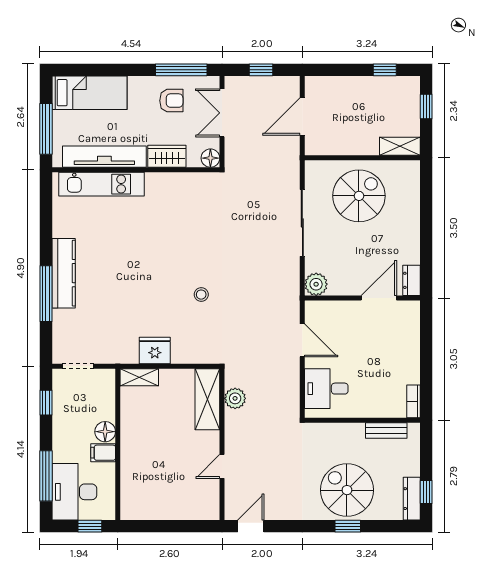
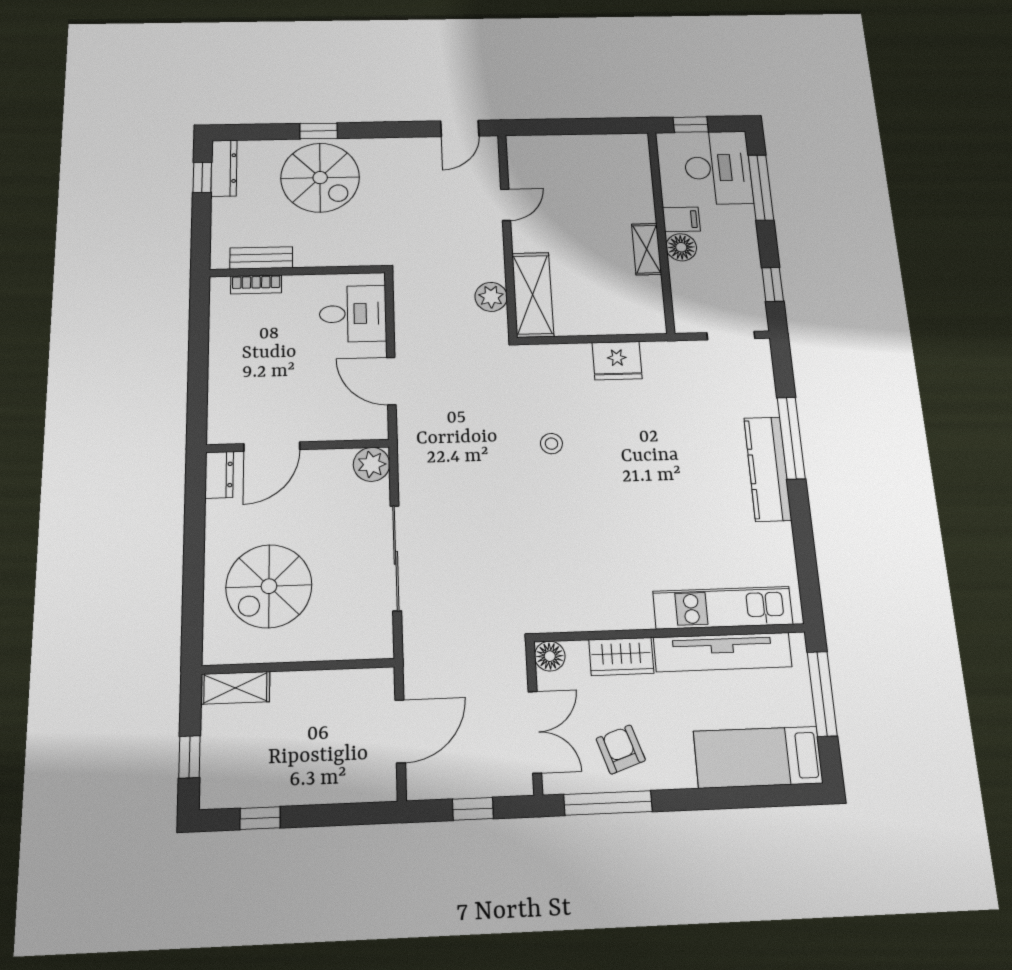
armchair: (171, 101) -> (621, 749), turned 71
spiral stairs: (359, 196) -> (269, 586), moved
shelving: (139, 377) -> (647, 249), moved, turned 90
bookcase: (414, 401) -> (256, 284), moved, turned 90

